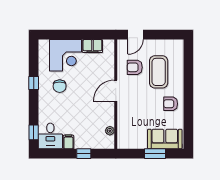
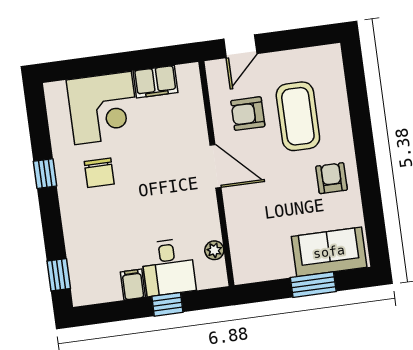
door: (116, 91) -> (215, 166), swing flipped
armchair: (171, 104) -> (332, 178), turned 90
desk: (50, 136) -> (168, 267), moved

